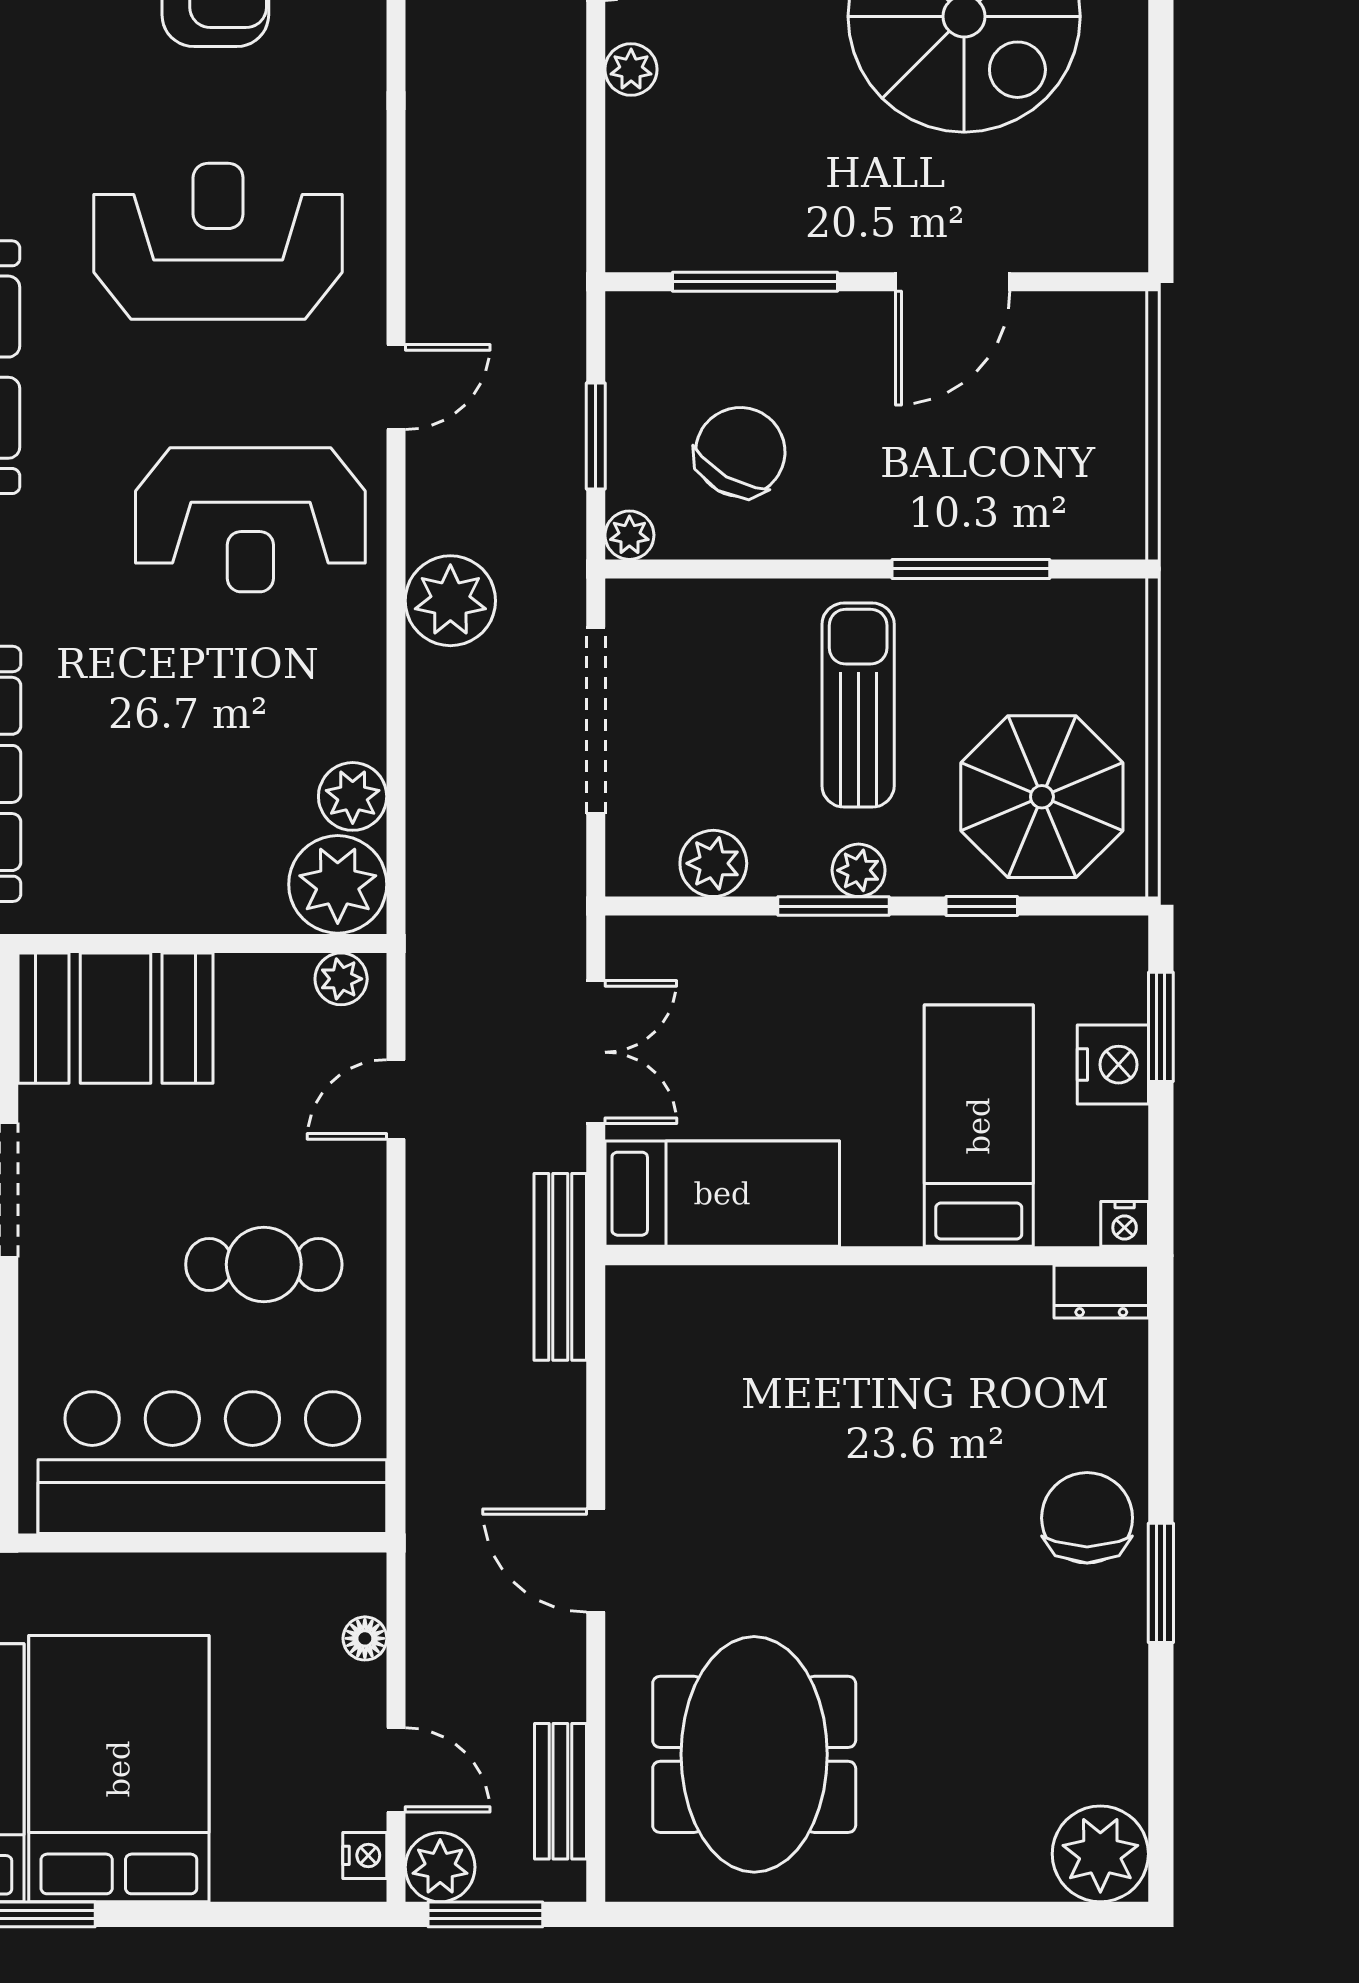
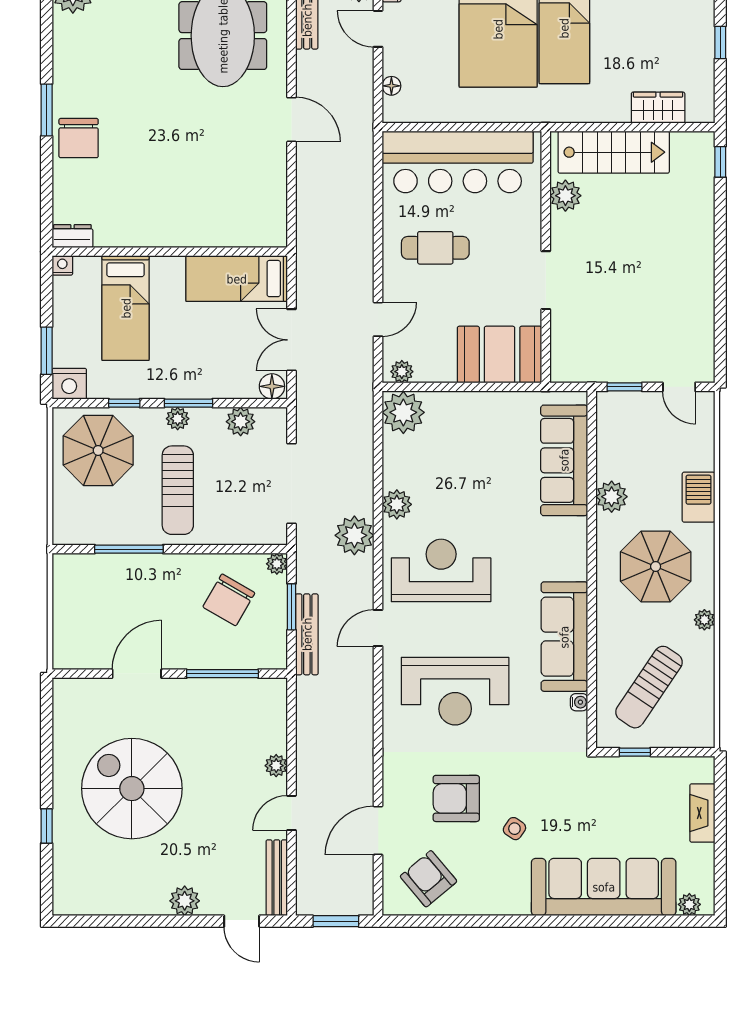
plant: (353, 796) -> (397, 504), moved
floor lamp: (641, 945) -> (272, 386), added
nightstand: (1113, 1065) -> (69, 384), moved, turned -90
bench: (560, 1267) -> (307, 634), moved

